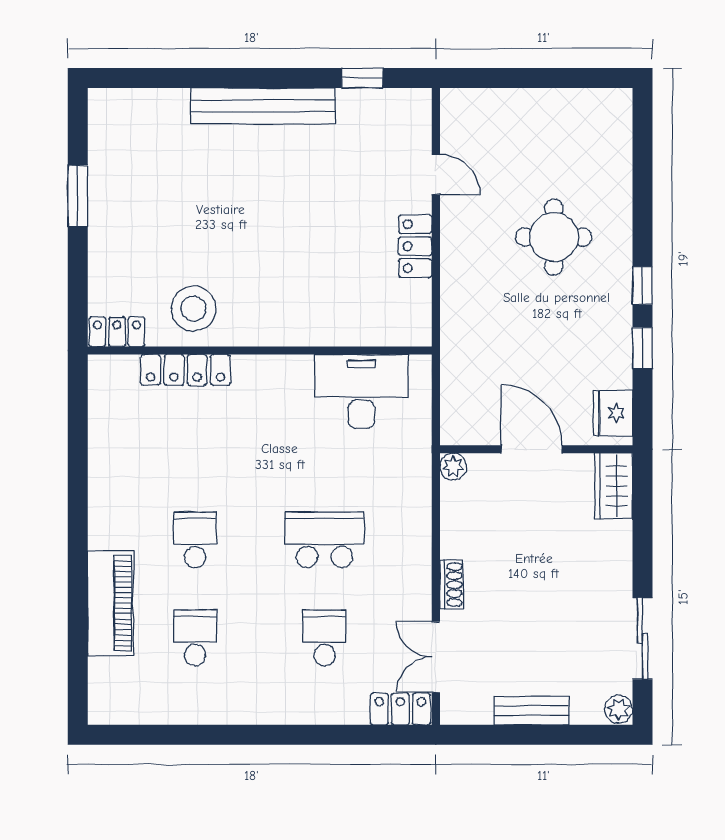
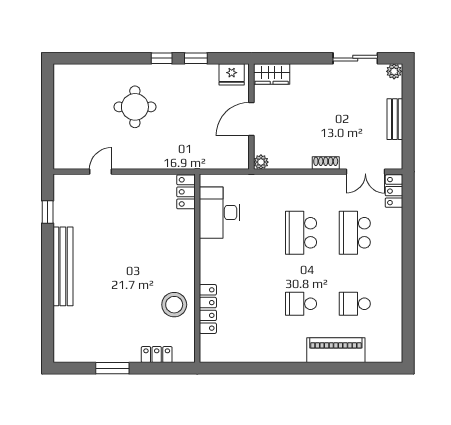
locker: (415, 246) -> (186, 192), moved, turned 90
locker: (117, 332) -> (157, 355), moved, turned 90
school desk: (324, 638) -> (355, 233), width x1.85

